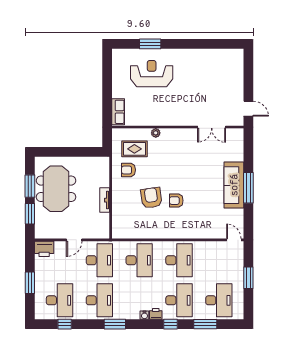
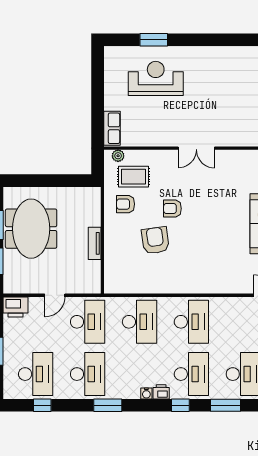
double door: (212, 127) -> (196, 148), moved
plant: (156, 133) -> (118, 156), moved
armchair: (176, 201) -> (172, 209), moved

